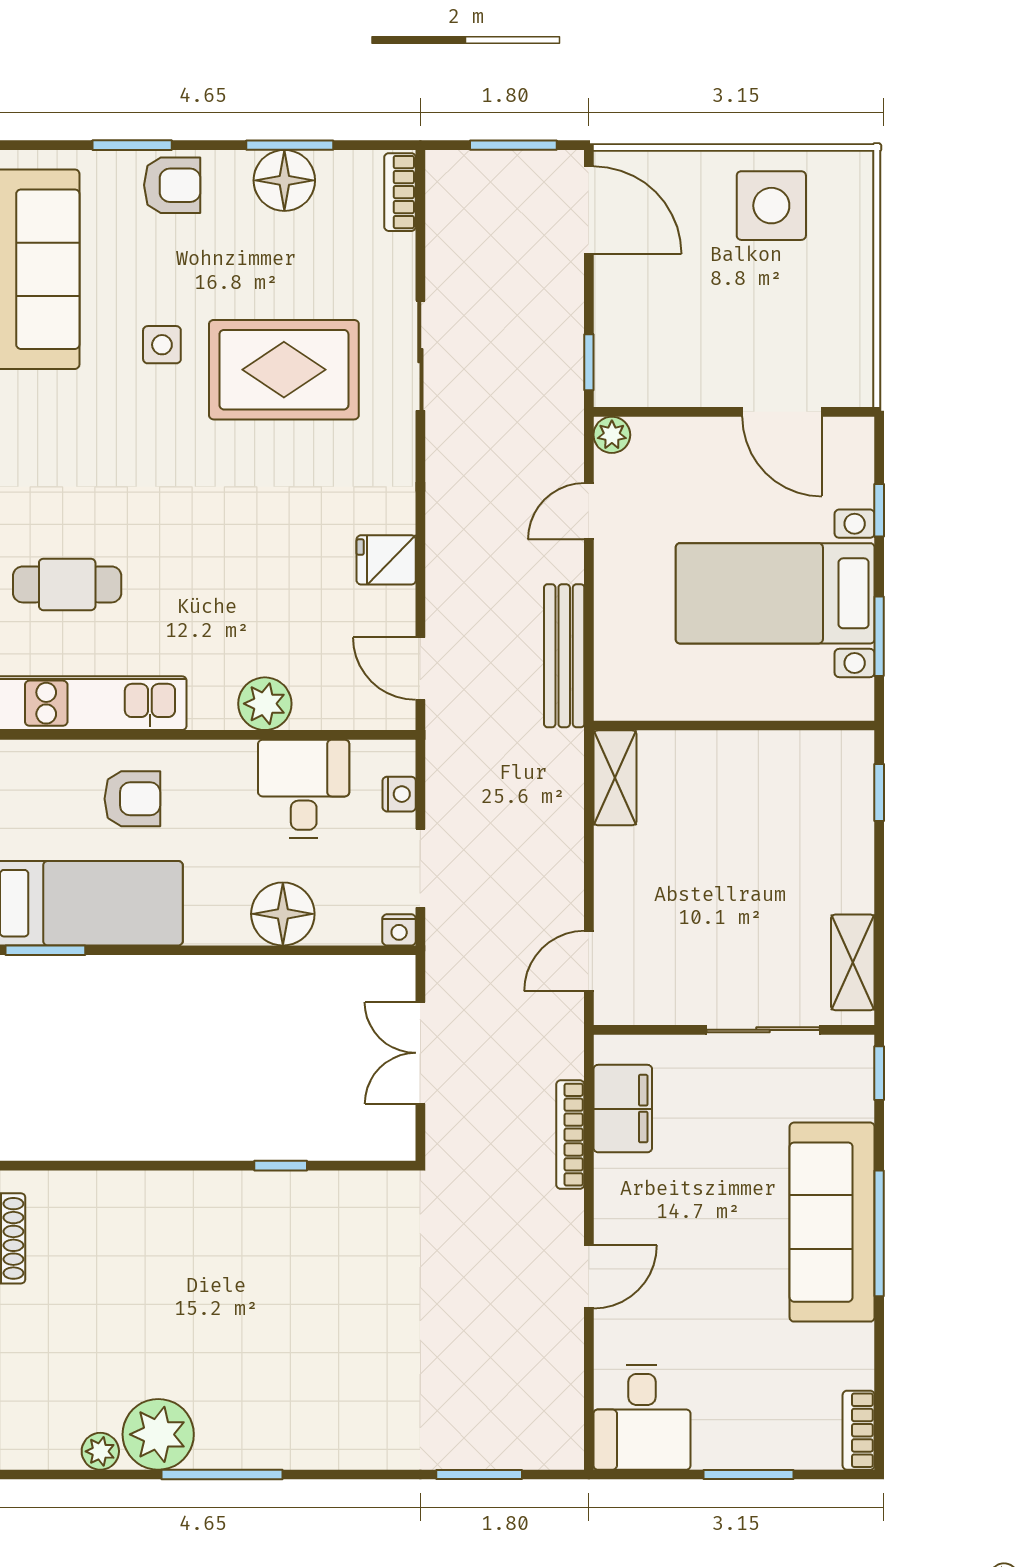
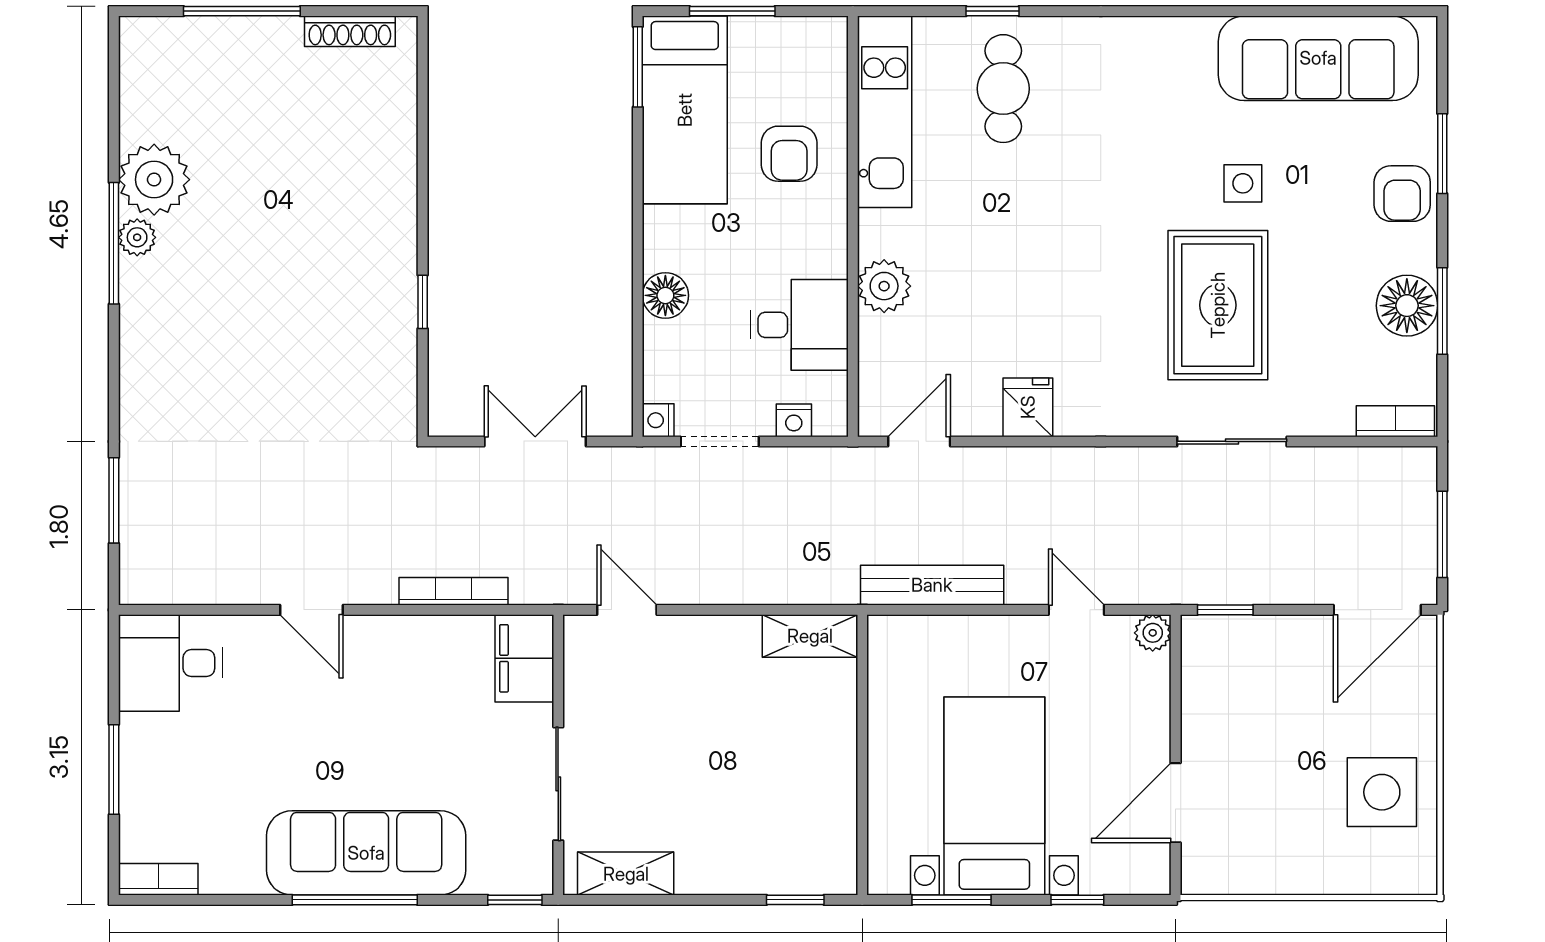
floor lamp: (283, 914) -> (665, 295), width x0.73, depth x0.73
filing cabinet: (623, 1109) -> (524, 658), moved, turned 90
plant: (100, 1451) -> (137, 237), moved

